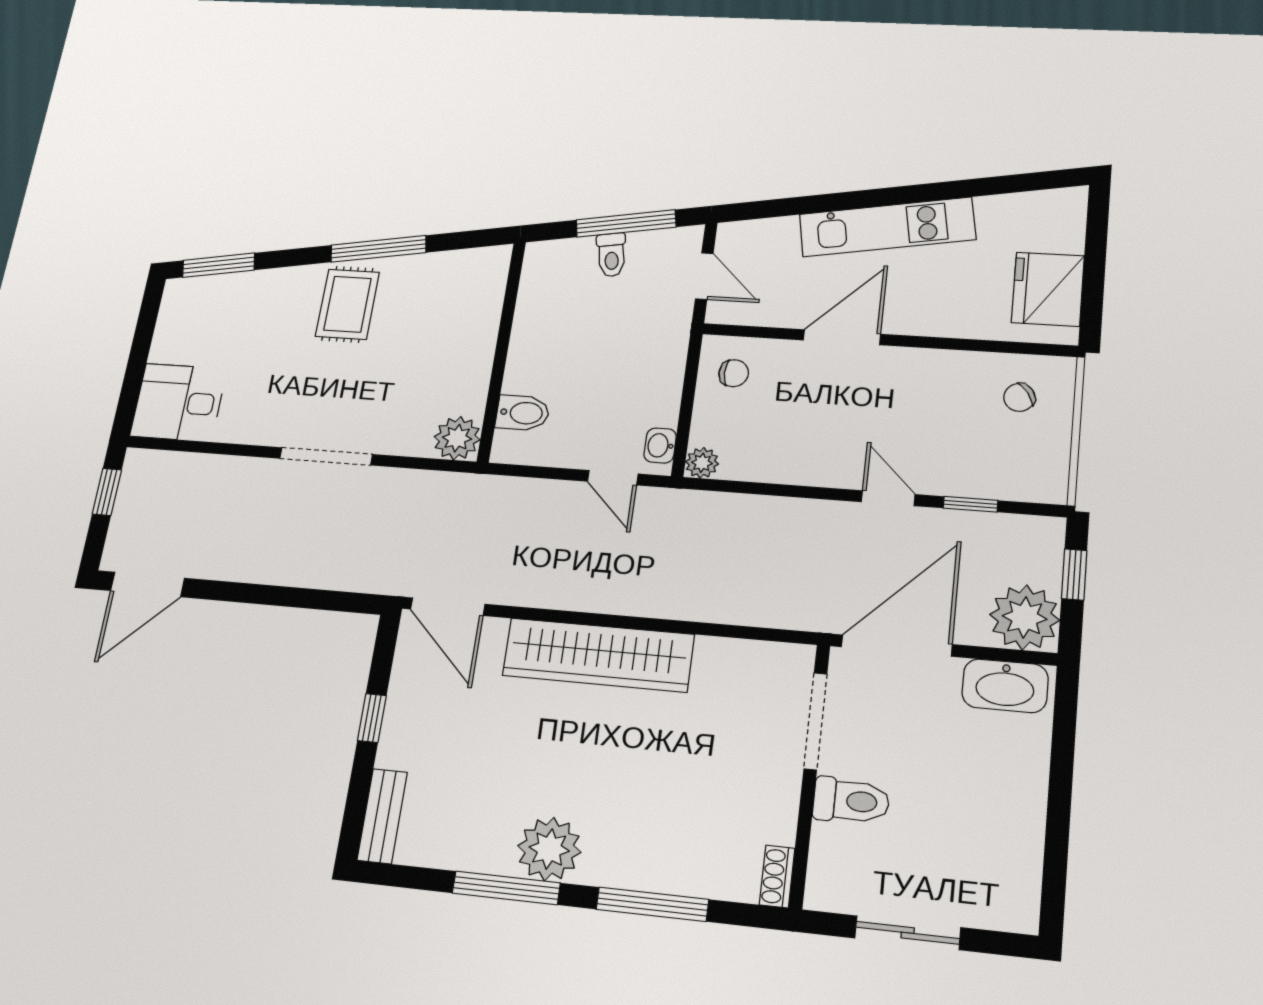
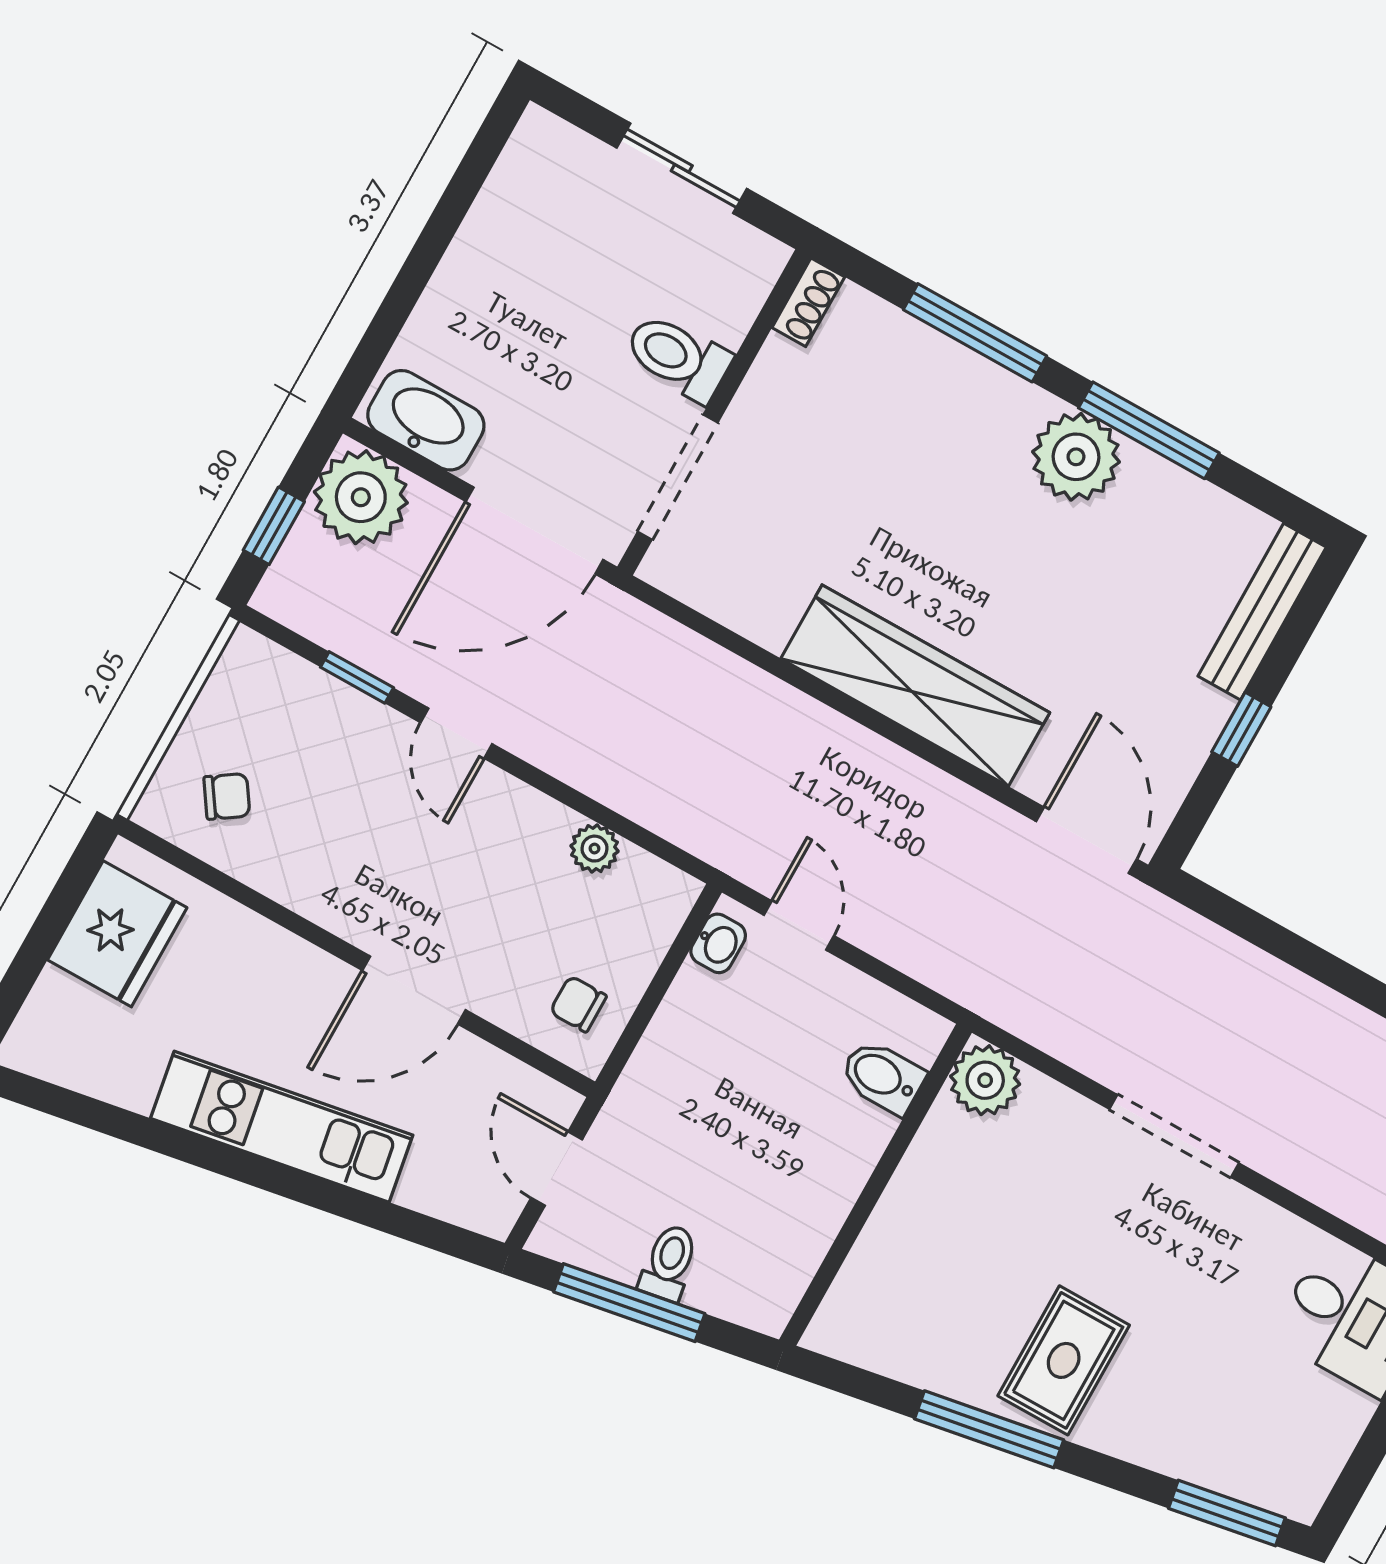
plant: (702, 463) -> (595, 849), moved
bench: (382, 816) -> (1262, 612), width x1.36

